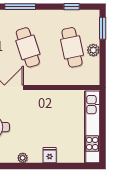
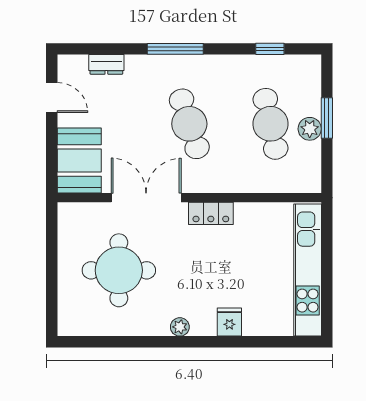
window: (103, 28) -> (327, 118), moved
locker: (40, 96) -> (211, 213), added

